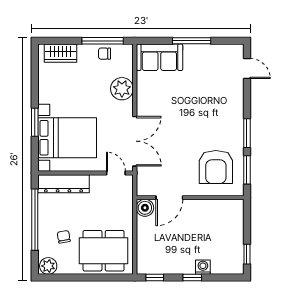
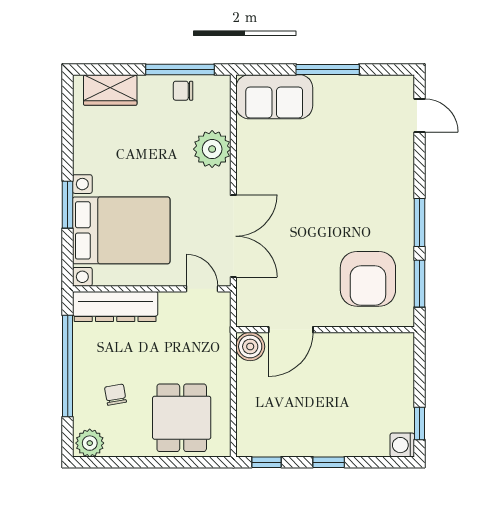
dining table: (104, 251) -> (182, 418), width x0.73
washing machine: (203, 267) -> (402, 445), moved, turned -90

